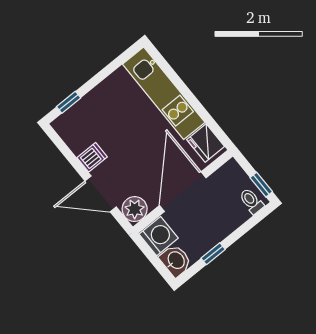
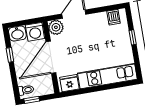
window: (69, 102) -> (133, 37), moved
dishwasher: (92, 157) -> (114, 17), moved
door: (183, 192) -> (51, 57), swing flipped

